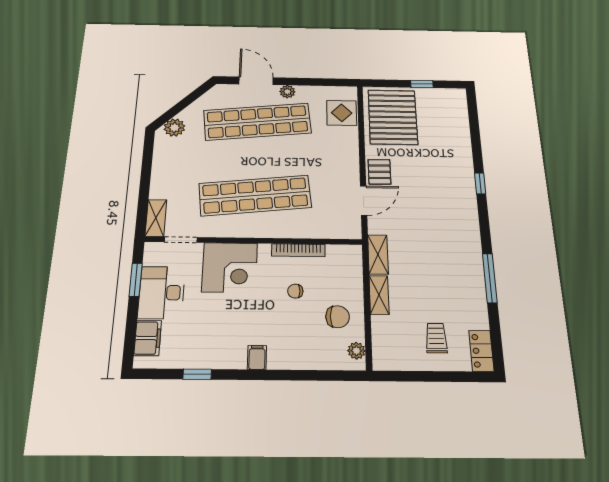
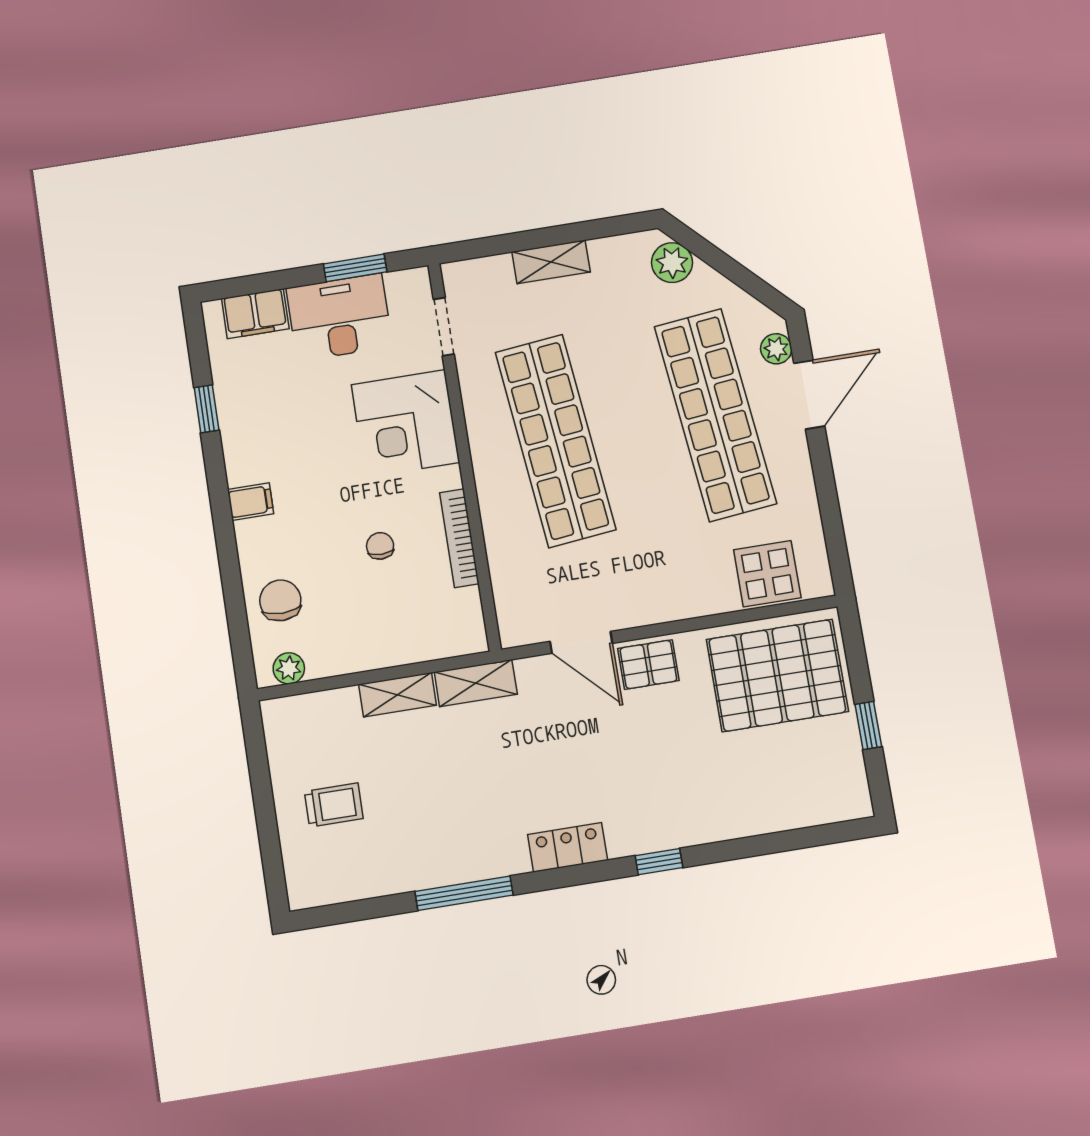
plant: (287, 92) -> (776, 349), moved
shelving: (156, 218) -> (551, 262), moved
chair: (338, 317) -> (280, 600), moved, turned 180
locker: (481, 351) -> (568, 847), moved

